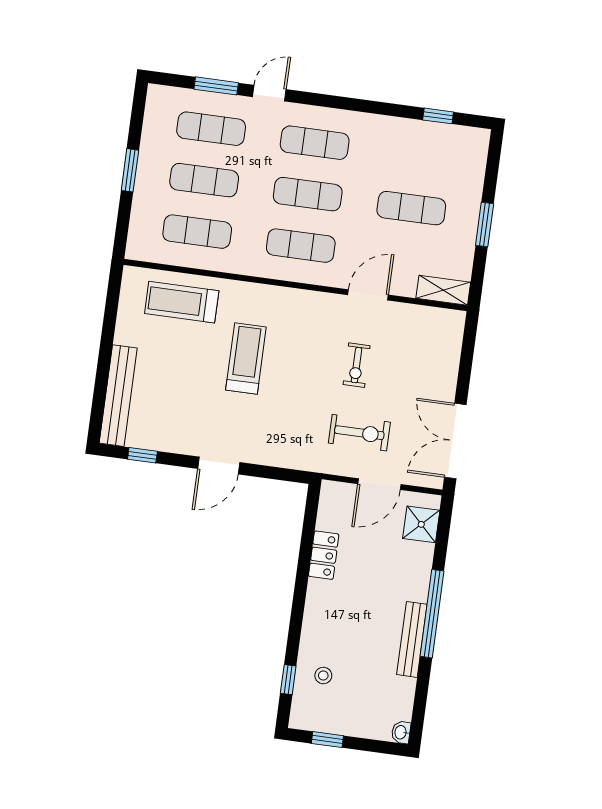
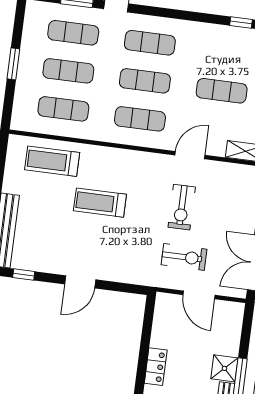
treadmill: (246, 358) -> (100, 203), turned -90
exercise bike: (357, 365) -> (182, 207), width x1.38, depth x1.39
door: (379, 484) -> (199, 295), hinge flipped
shower: (421, 524) -> (224, 368), moved
locker: (324, 555) -> (156, 367), moved

